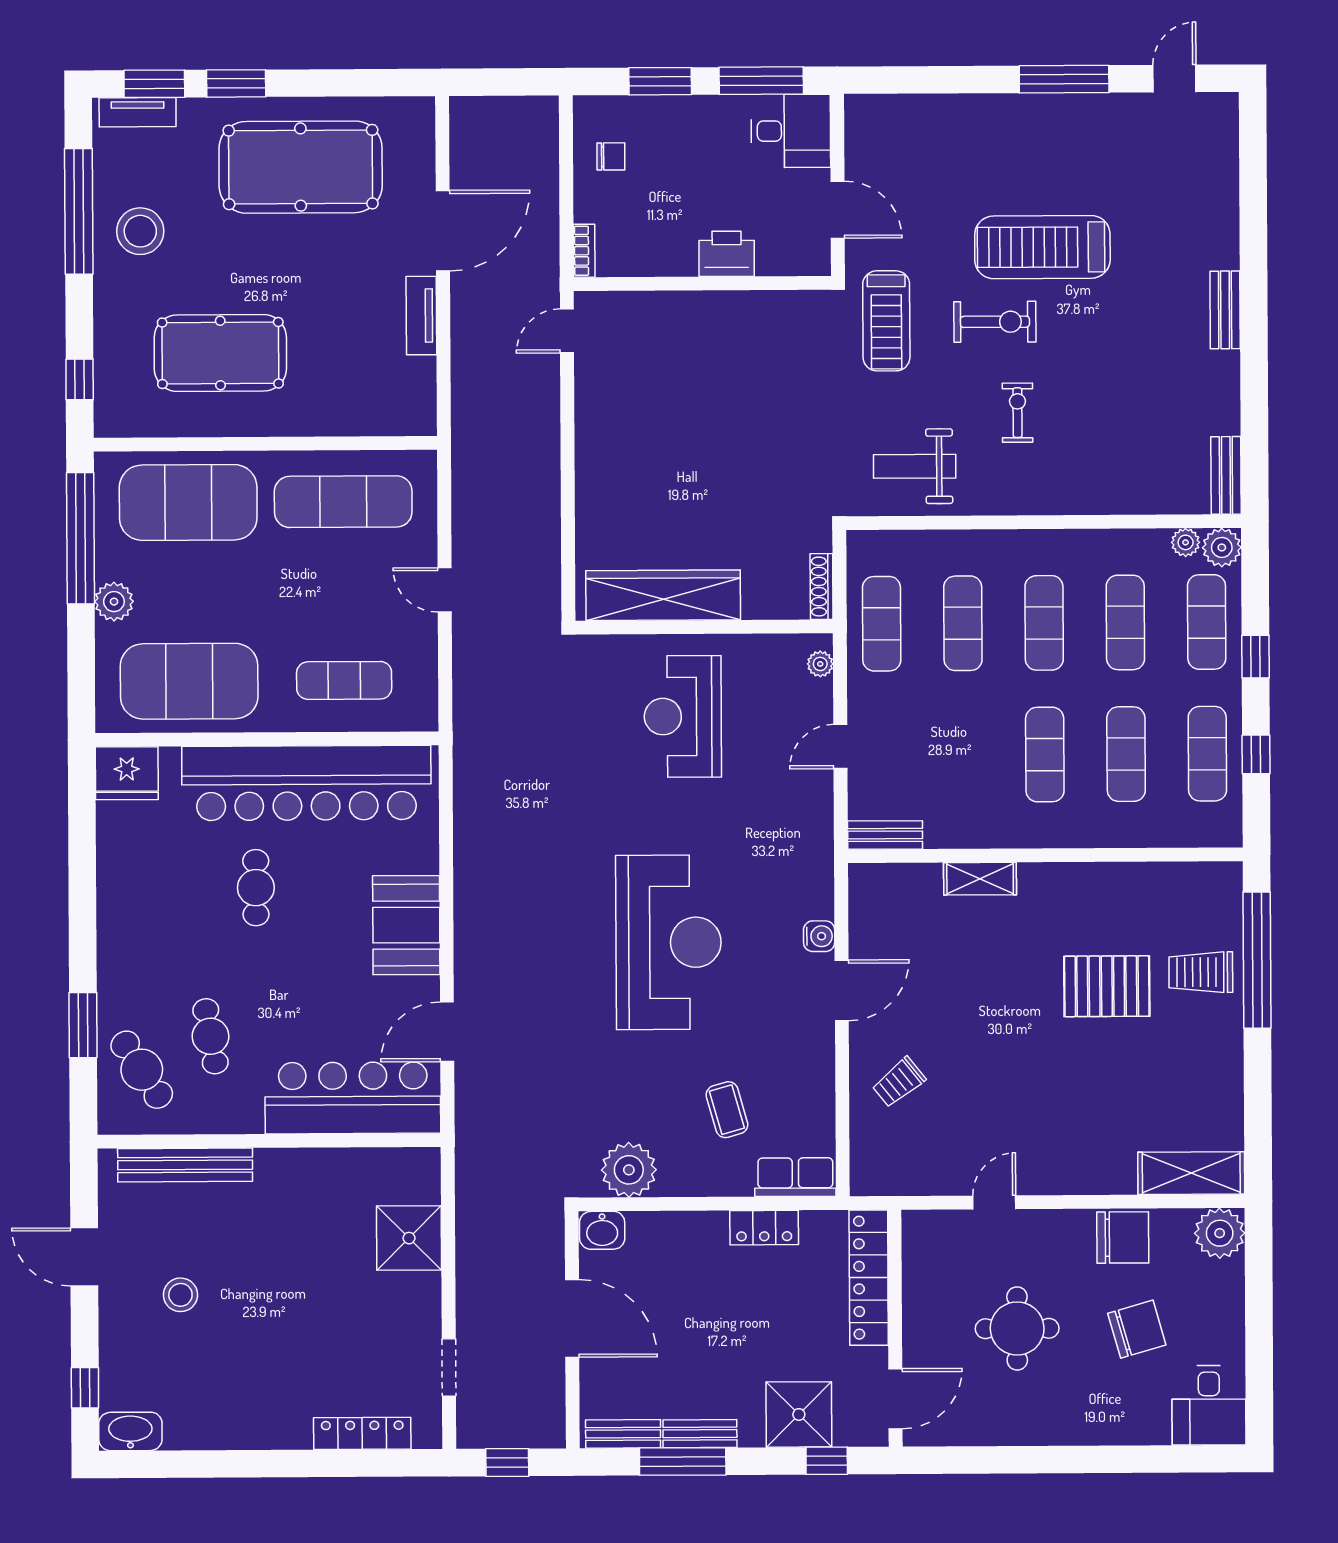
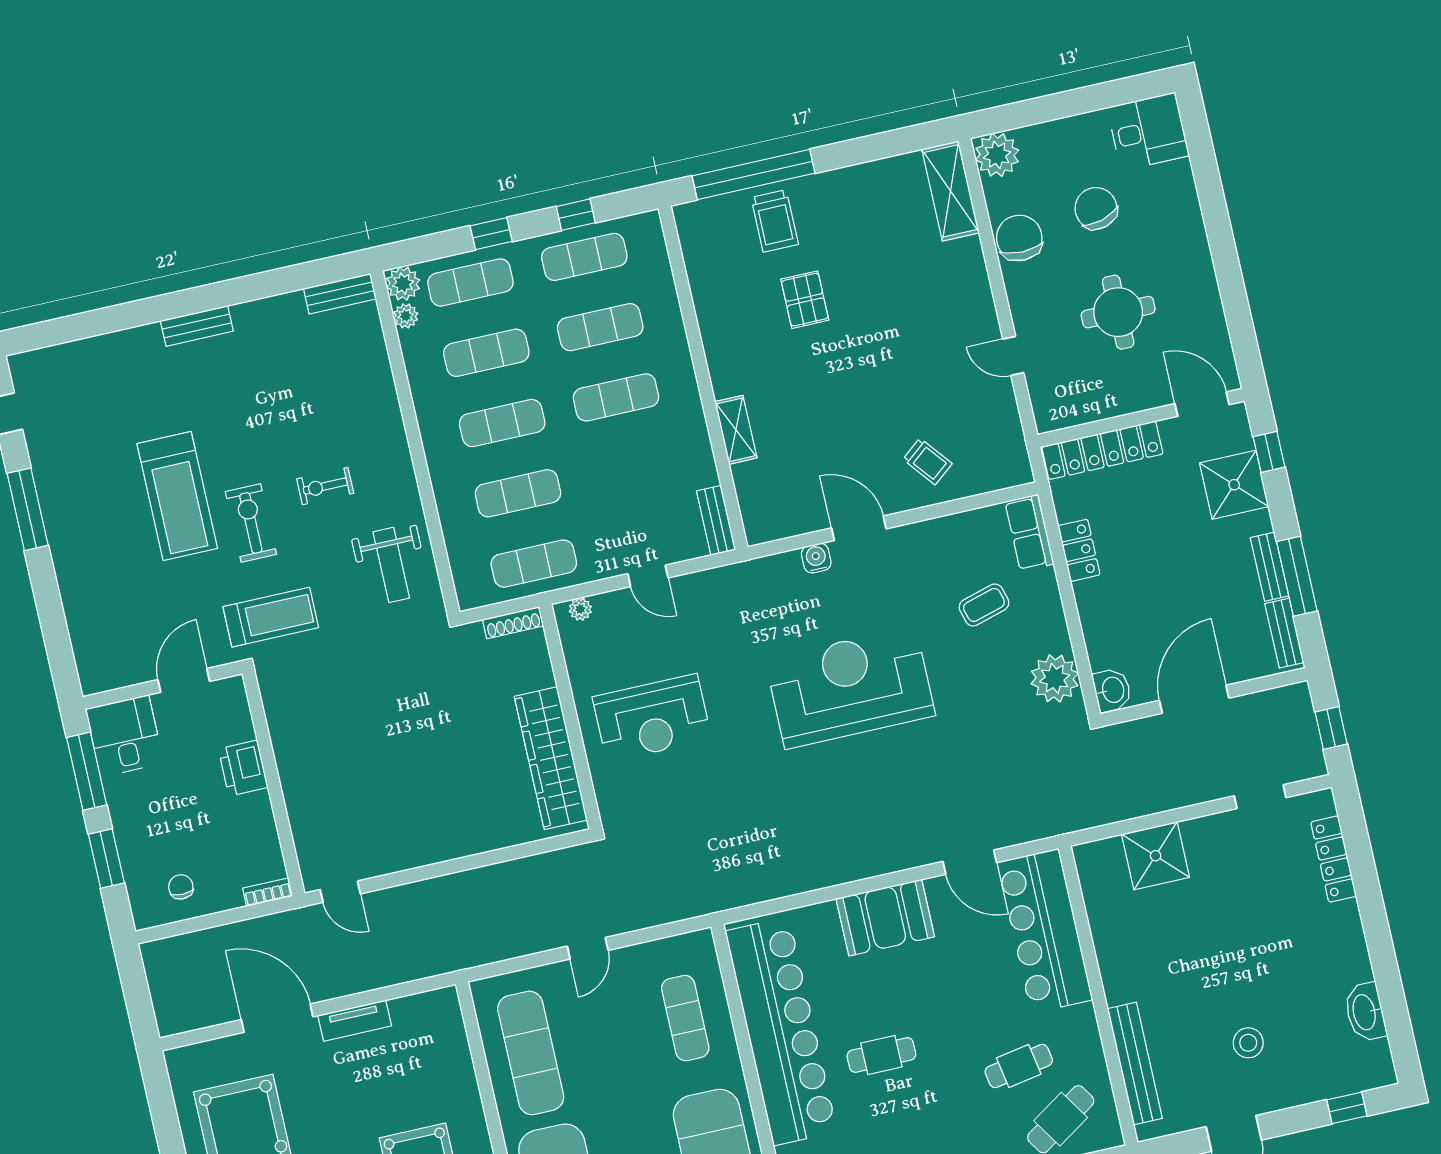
pallet: (1107, 986) -> (805, 300), width x0.67, depth x0.71
washbasin: (130, 1431) -> (1365, 1012), moved

